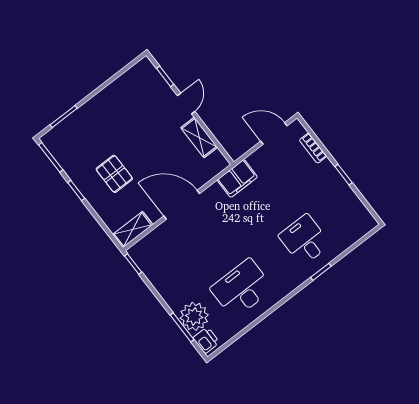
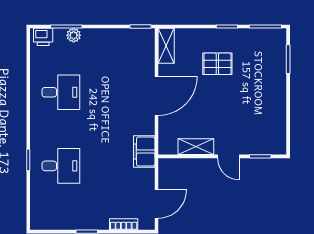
desk: (242, 289) -> (61, 92), width x0.73
plant: (194, 316) -> (74, 35), width x0.53, depth x0.53

